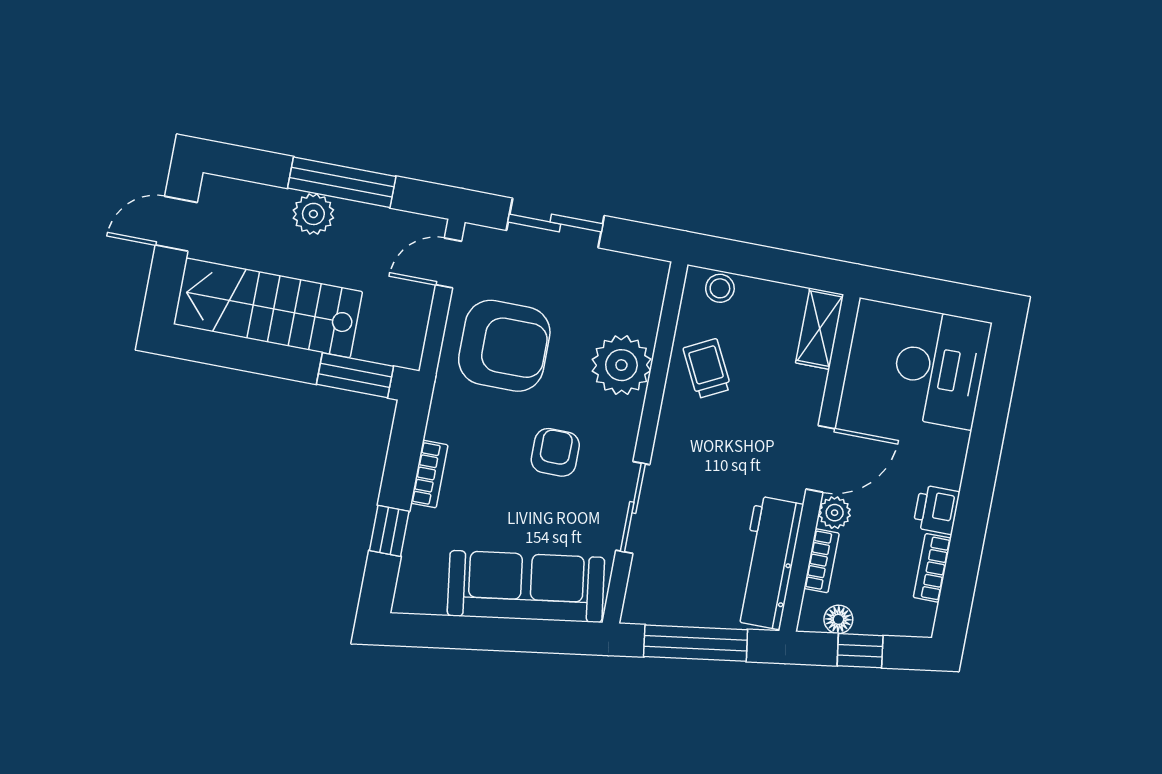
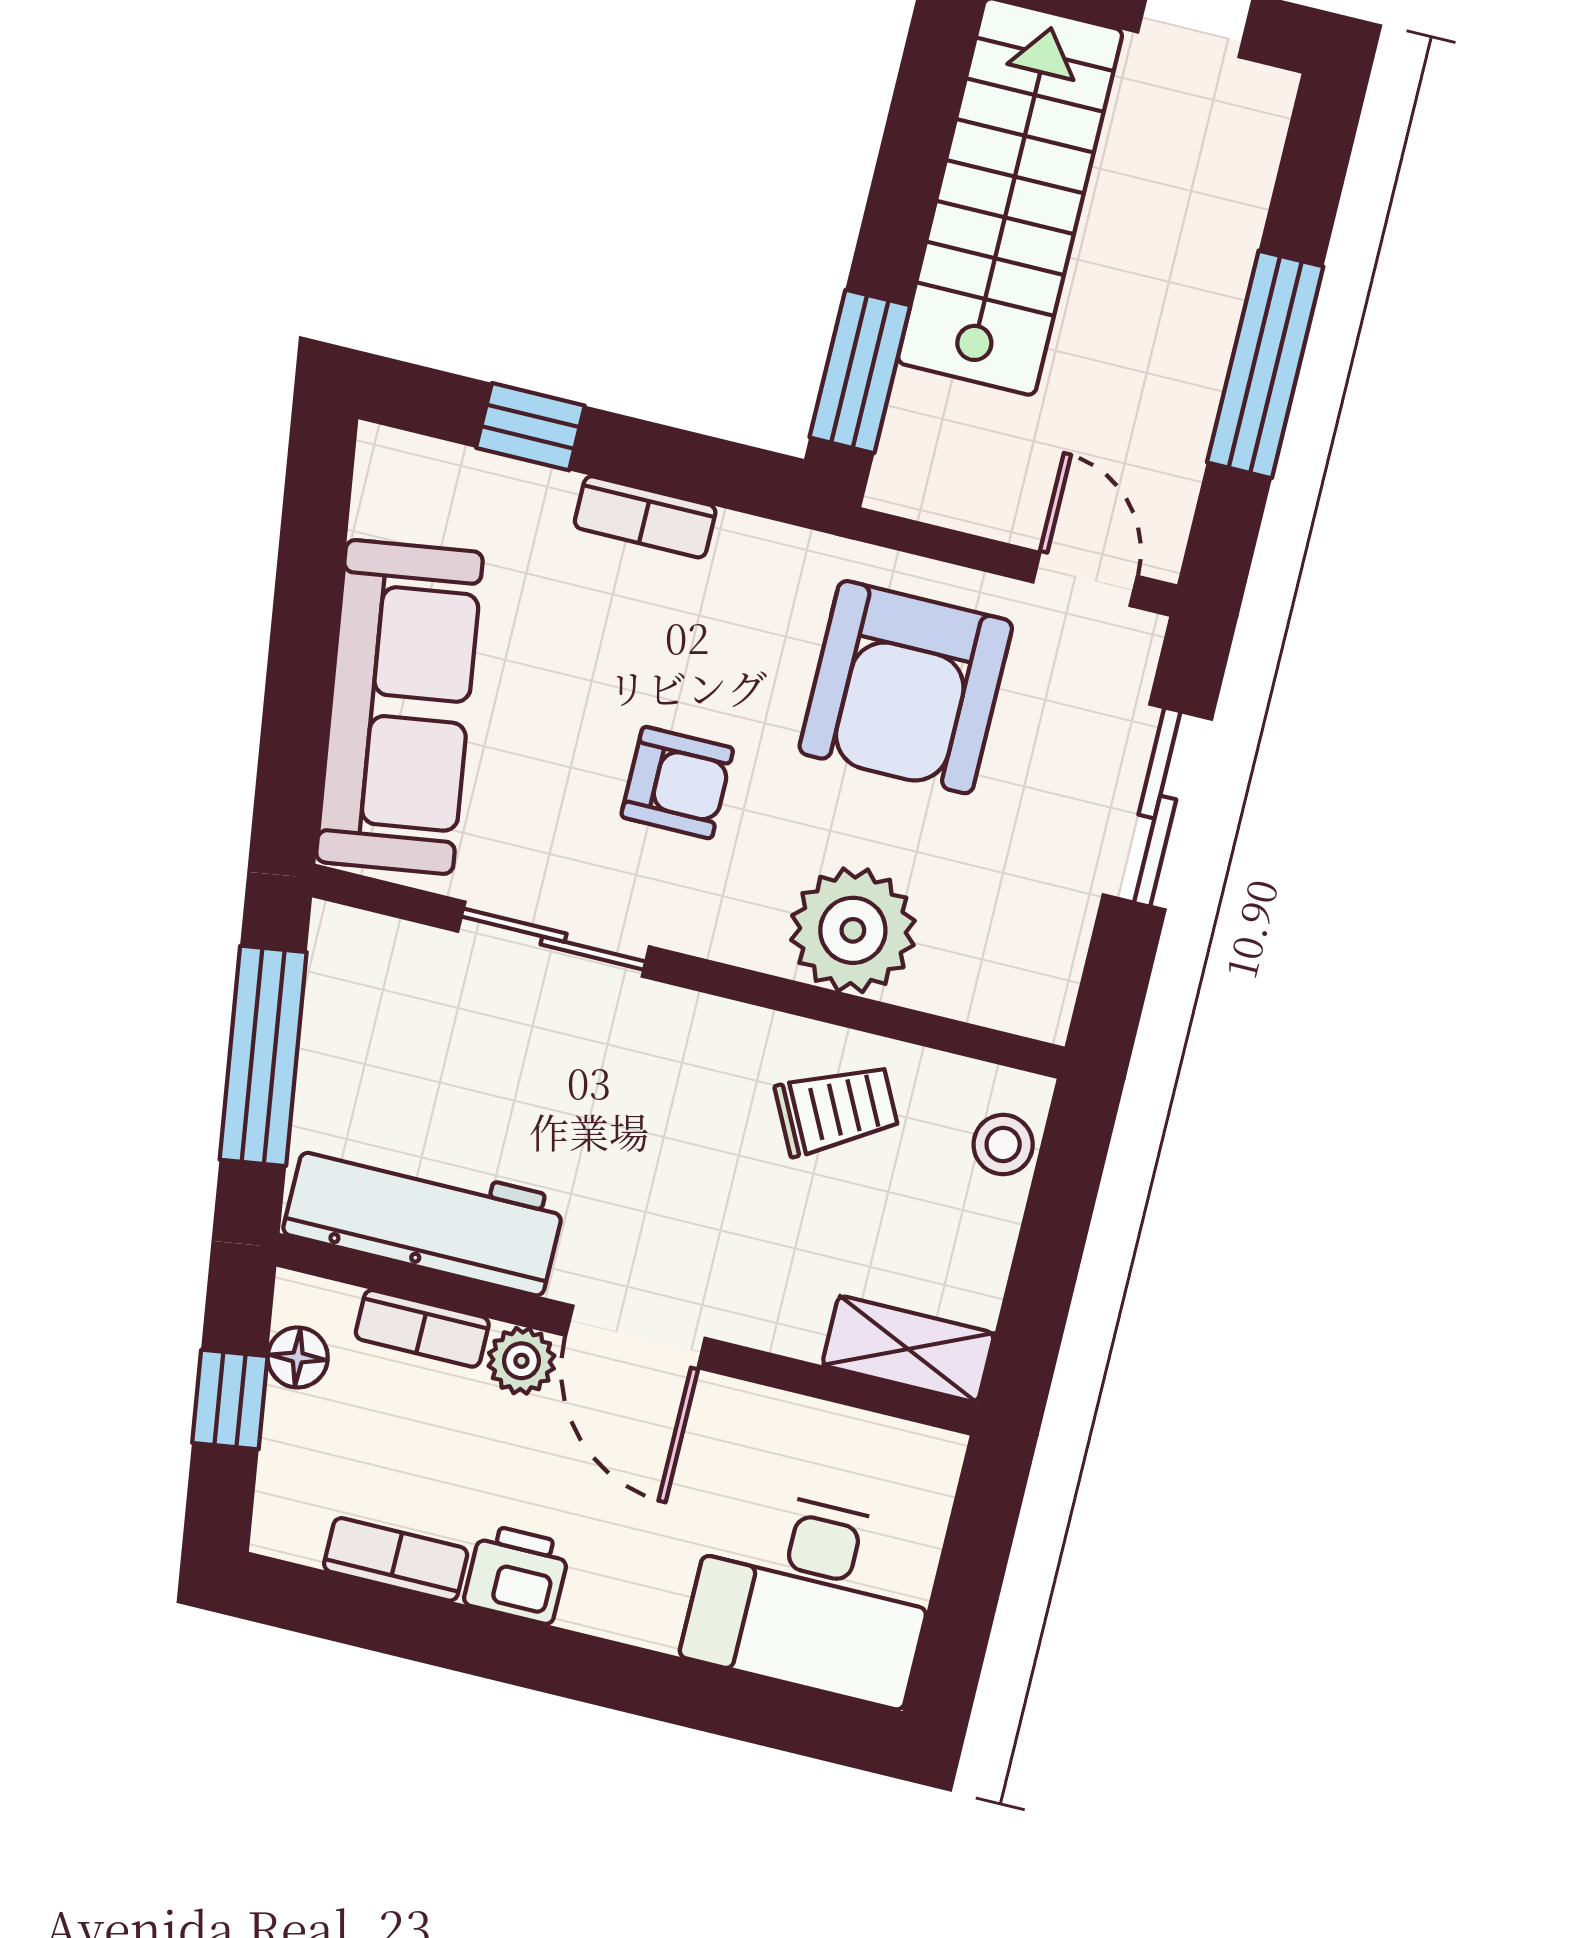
plant: (313, 214) -> (1202, 302), removed

